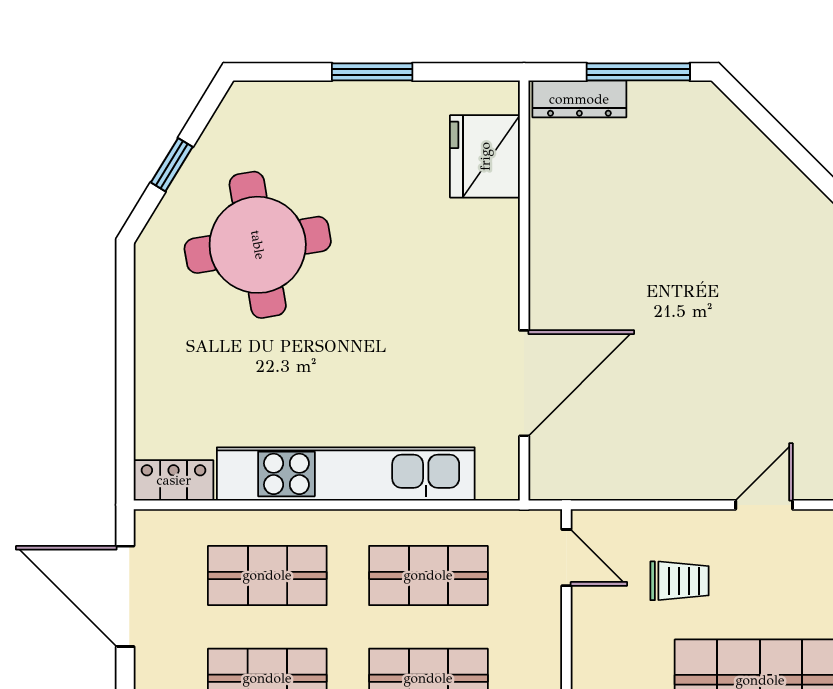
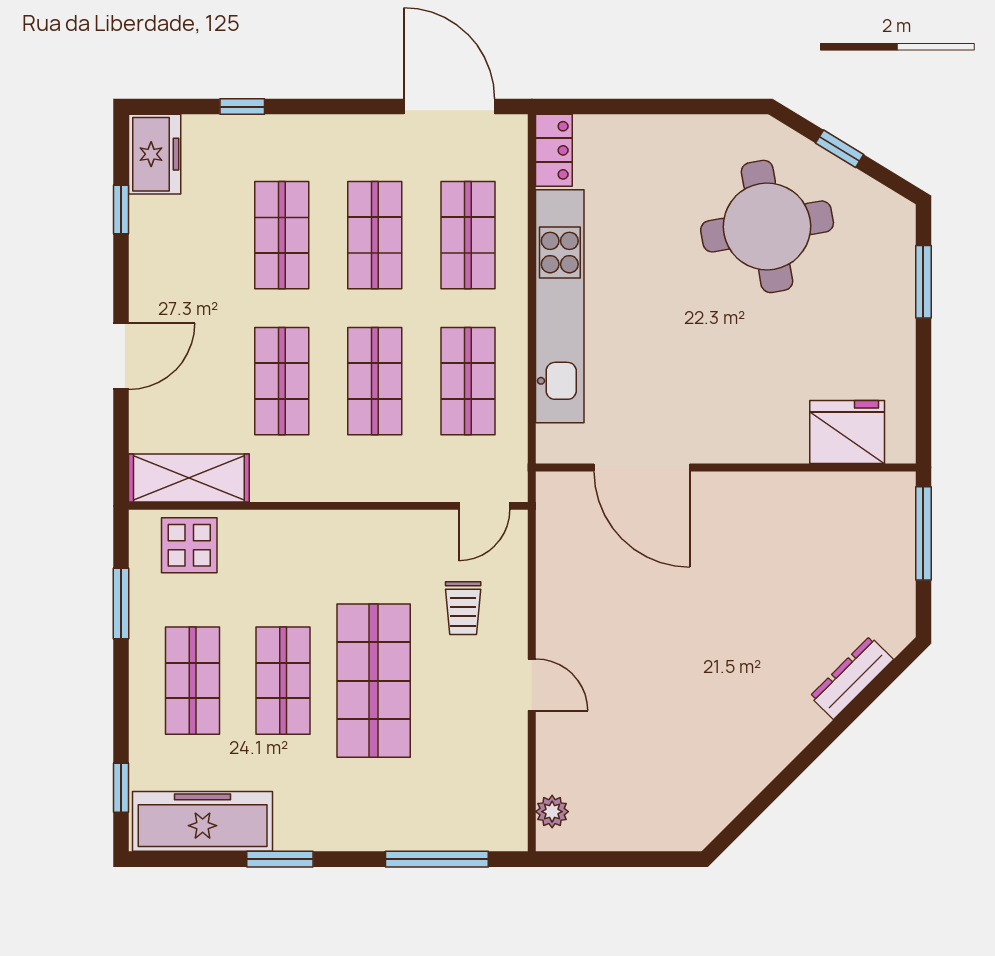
window: (372, 72) -> (923, 282), moved
window: (638, 72) -> (923, 533), moved
dresser: (579, 99) -> (852, 678), moved, turned 45
door: (125, 596) -> (449, 107), hinge flipped

